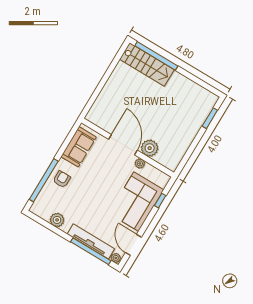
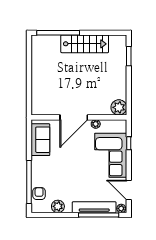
stairs: (147, 64) -> (85, 44), moved
door: (123, 145) -> (74, 117), swing flipped
plant: (150, 148) -> (119, 107), moved
armchair: (62, 179) -> (39, 194), moved

